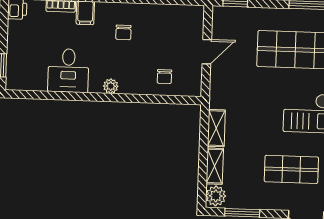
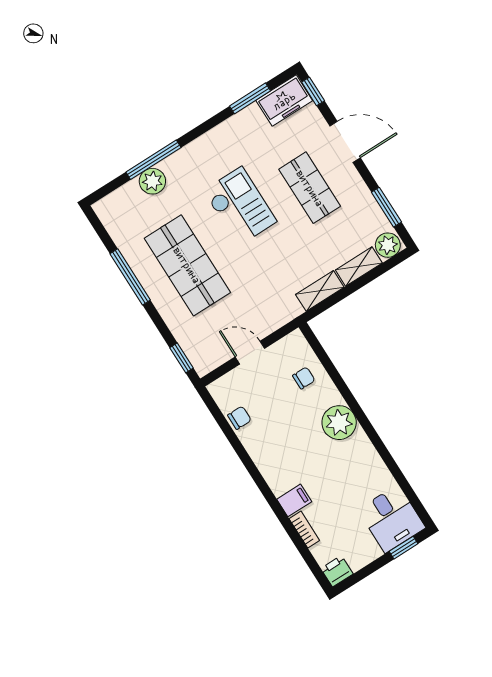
chair: (123, 32) -> (239, 418), moved
desk: (68, 71) -> (392, 519), moved, turned 90
plant: (111, 86) -> (339, 423), width x1.88, depth x1.88

